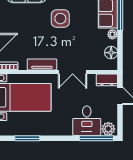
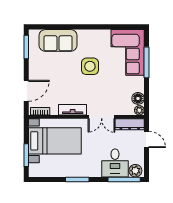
plant: (112, 34) -> (139, 110), moved
dresser: (107, 80) -> (130, 124), width x1.44
window: (27, 138) -> (77, 179), moved

